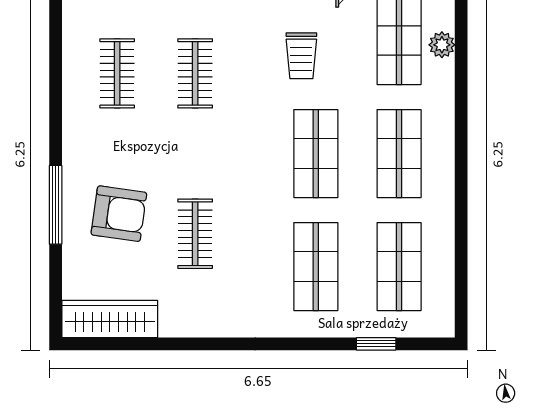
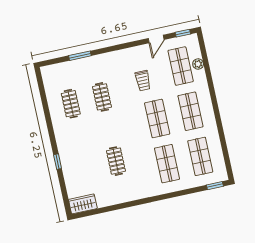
window: (56, 205) -> (58, 162), width x0.46
armchair: (119, 214) -> (84, 160), removed
wardrobe: (110, 319) -> (83, 204), width x0.67
window: (376, 344) -> (215, 186), moved

